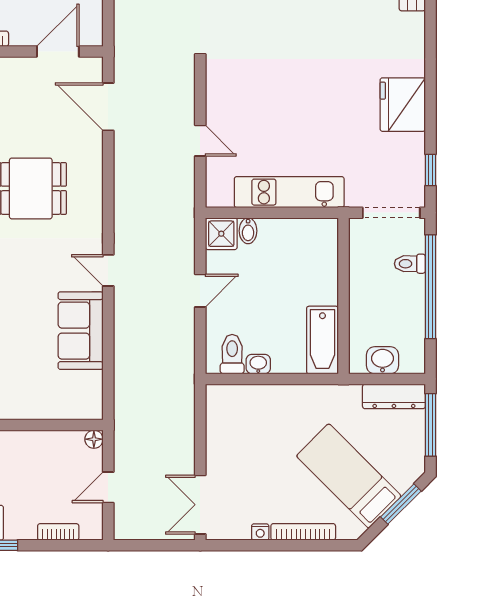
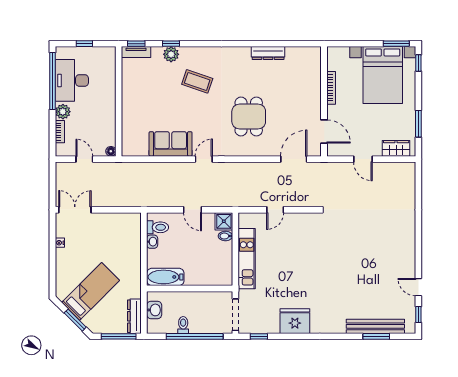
toilet: (410, 264) -> (183, 325), moved
plant: (22, 526) -> (63, 112), added
bookcase: (303, 532) -> (60, 266), removed

